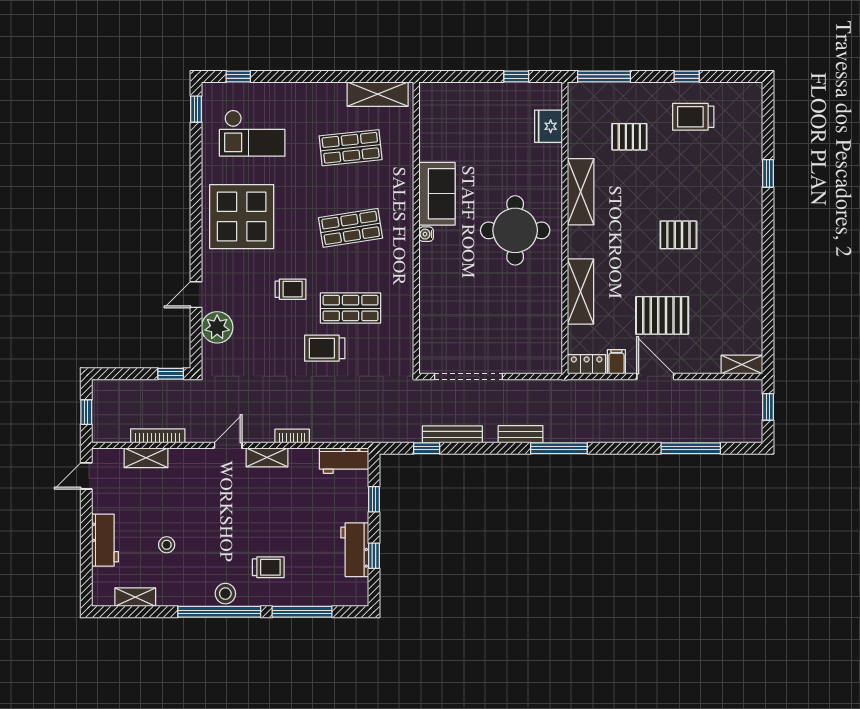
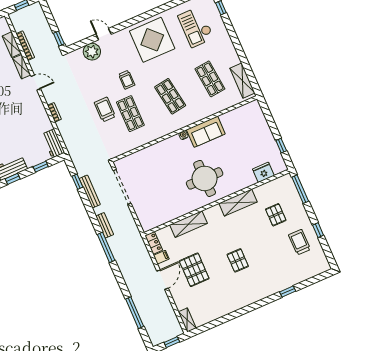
shelving: (267, 457) -> (22, 67), moved

